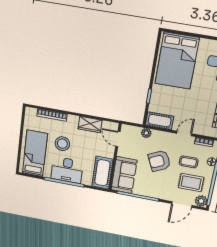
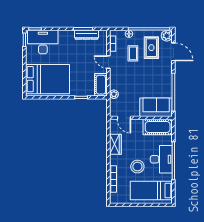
door: (118, 139) -> (124, 118), hinge flipped
armchair: (159, 161) -> (137, 79), removed

